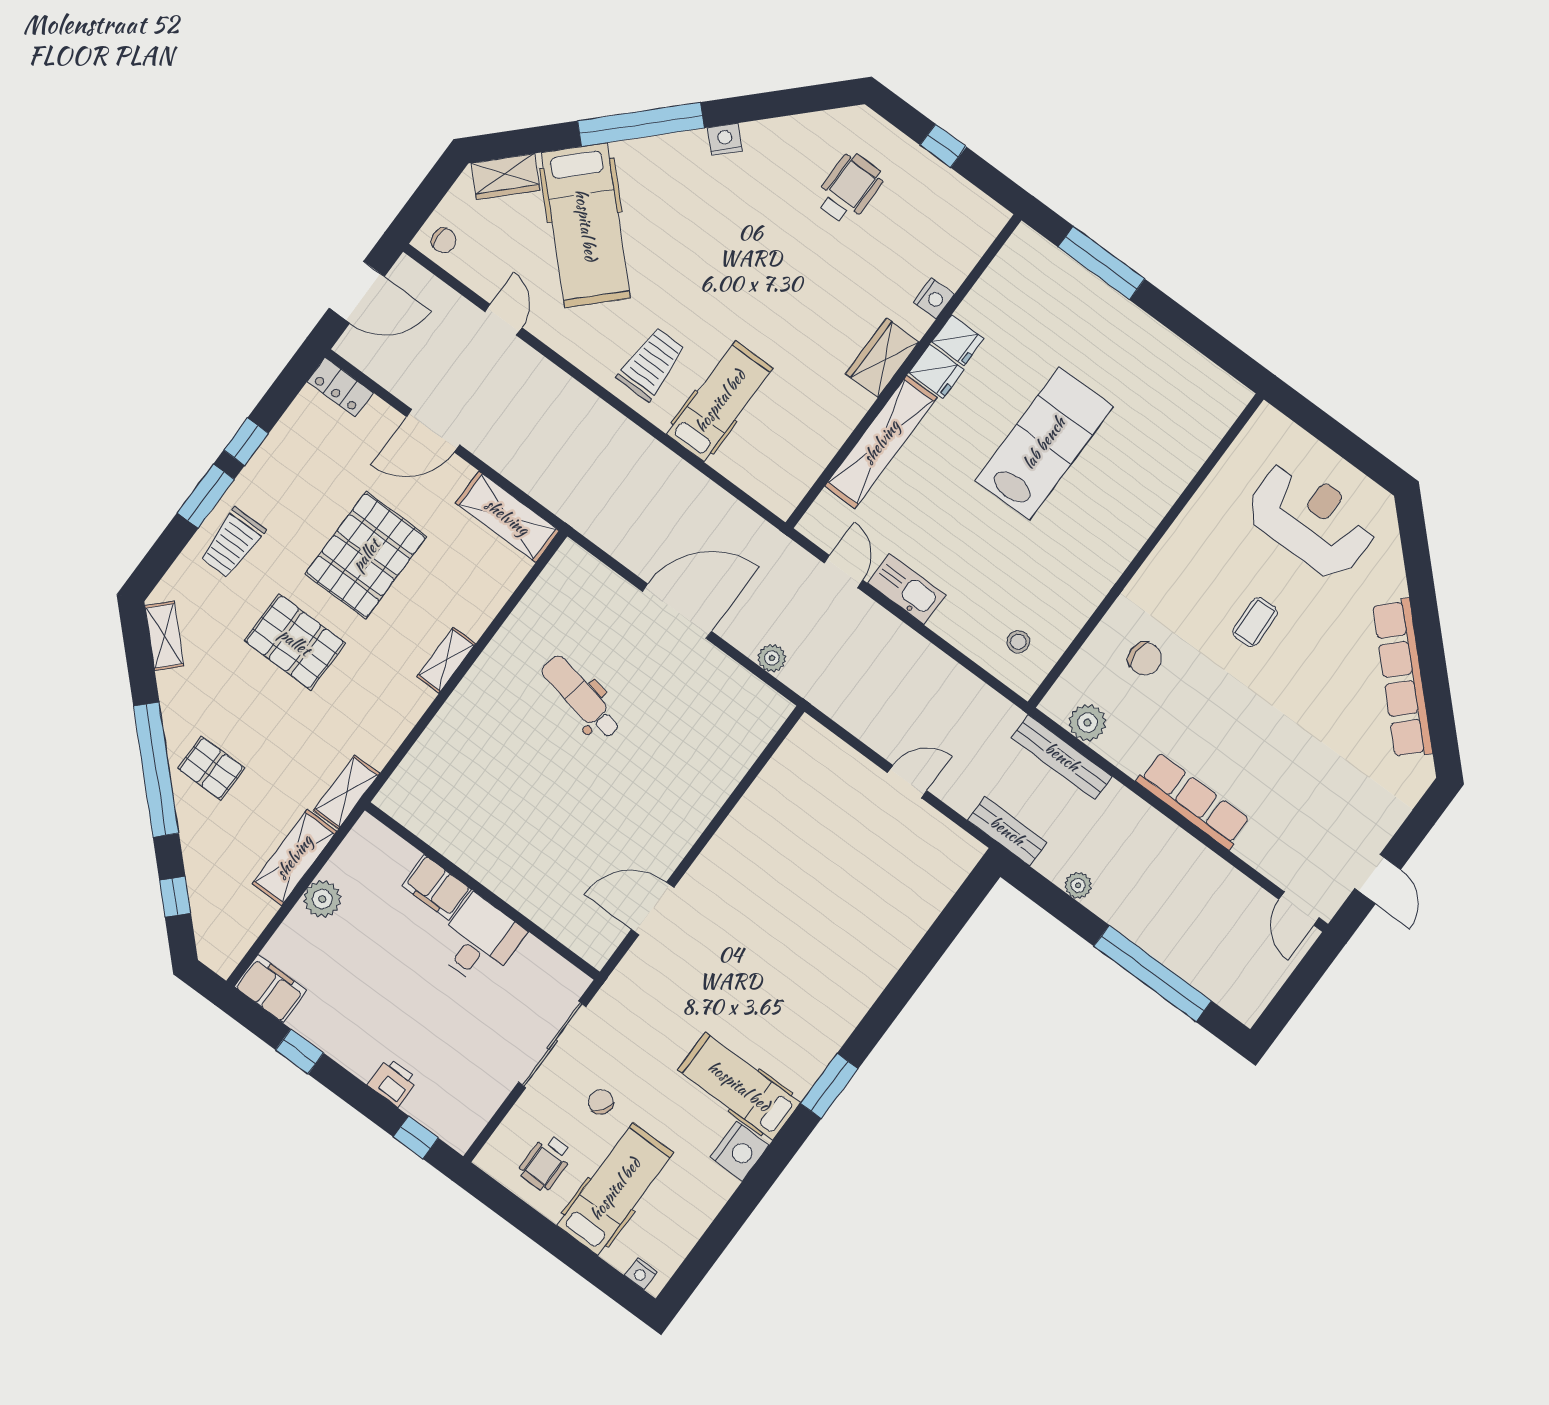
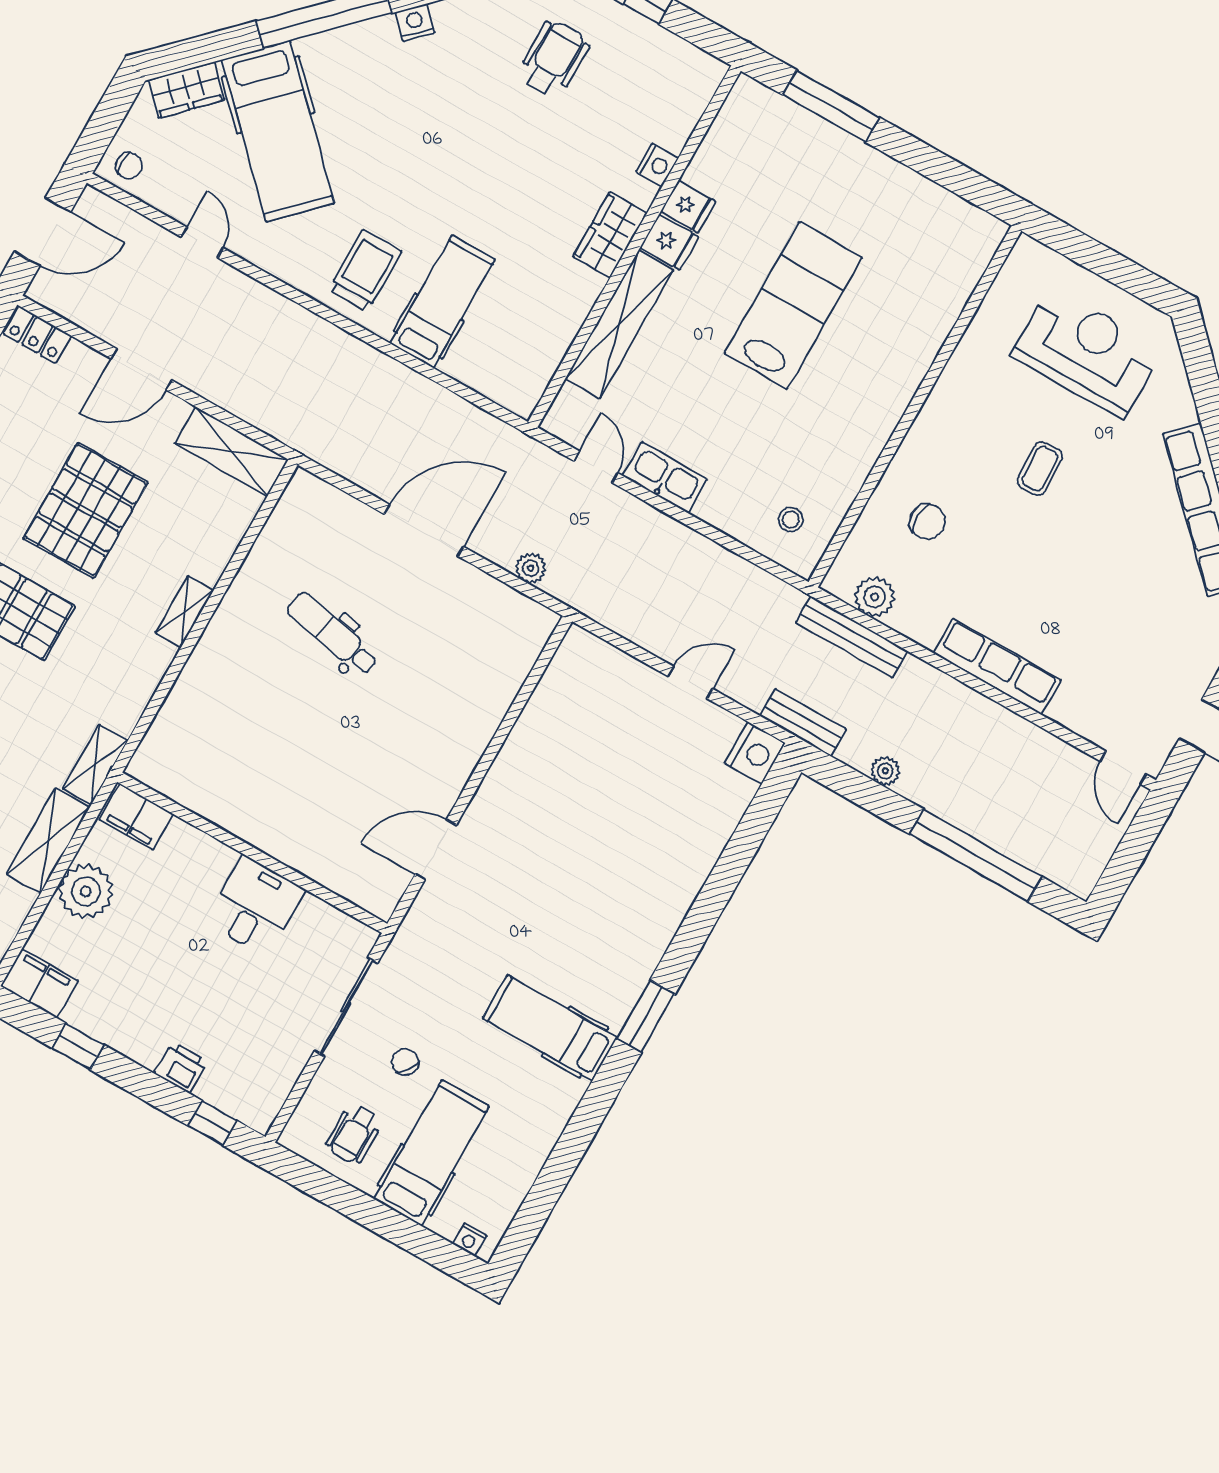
filing cabinet: (436, 887) -> (136, 817), moved
plant: (322, 899) -> (86, 891), width x1.36, depth x1.36
nightstand: (740, 1151) -> (755, 753), moved

